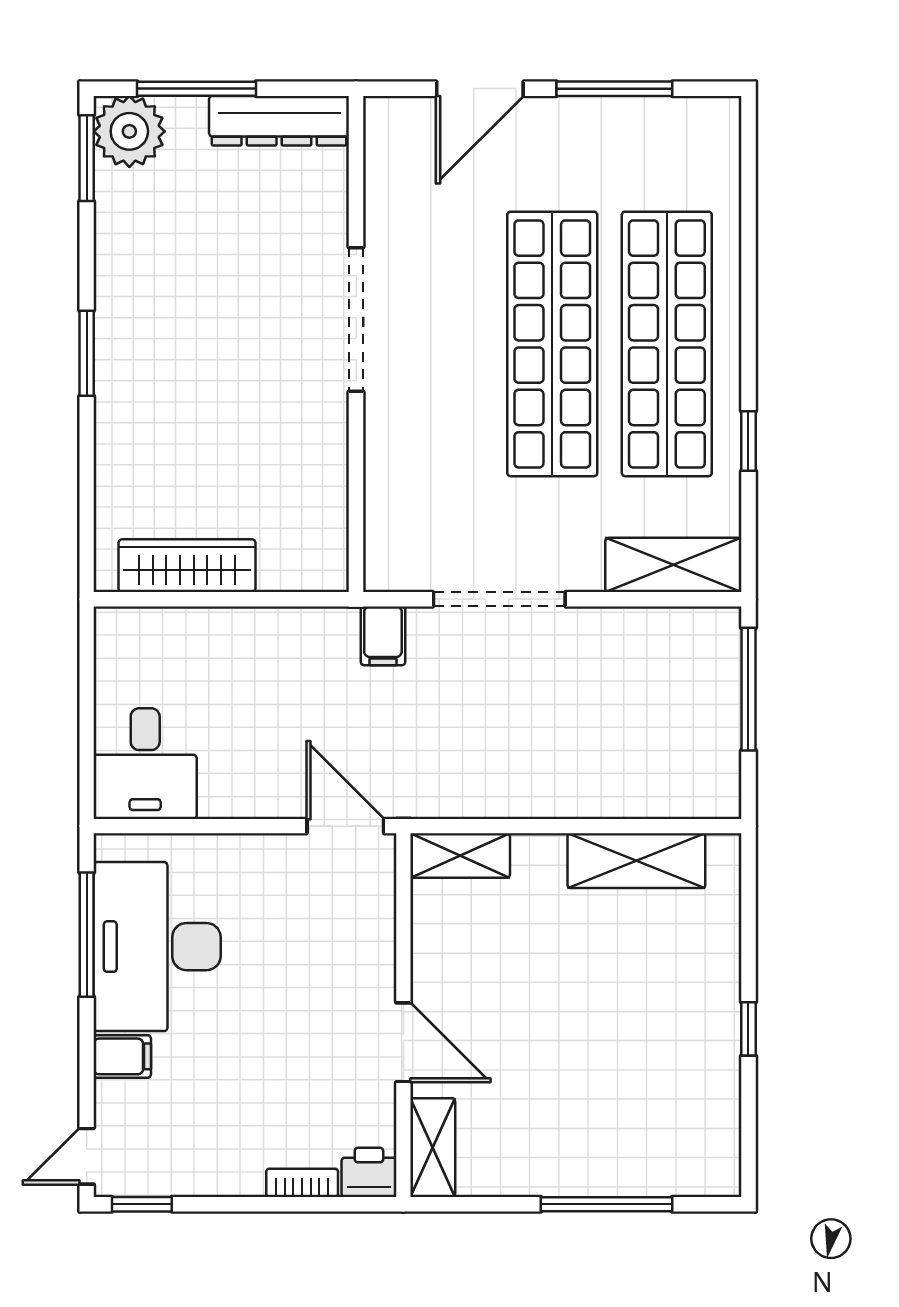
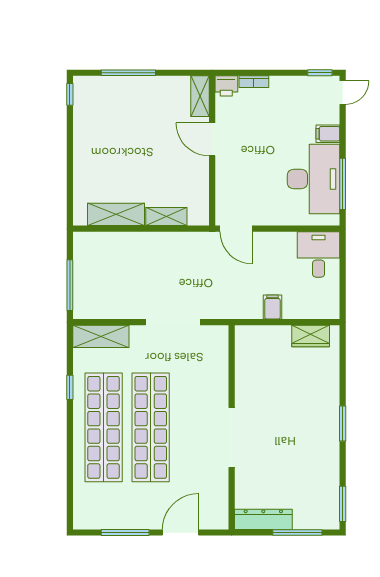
plant: (129, 131) -> (325, 515), removed
wardrobe: (187, 566) -> (311, 336), width x0.67
filing cabinet: (383, 636) -> (272, 307), moved
shelving: (460, 856) -> (166, 217), moved
window: (748, 1029) -> (70, 94), moved

